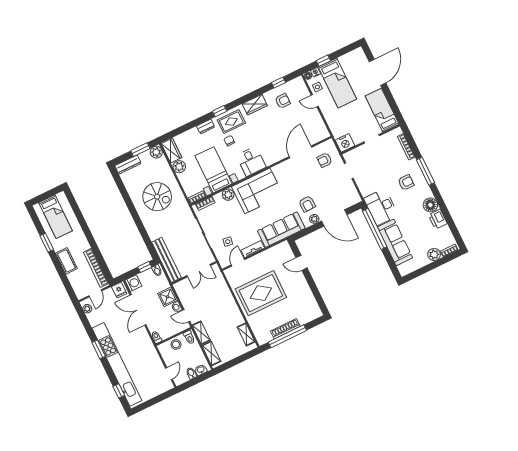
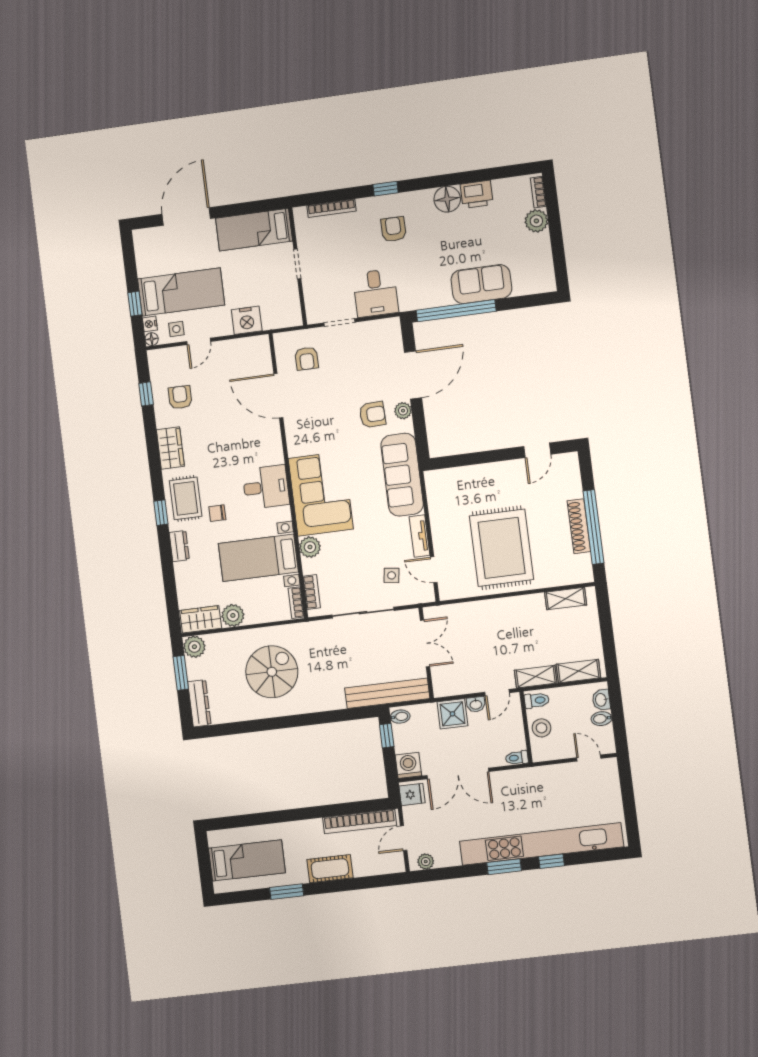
door: (377, 72) -> (186, 216), hinge flipped
nightstand: (345, 143) -> (247, 320), moved, turned 90
window: (426, 171) -> (386, 189), width x0.46
desk: (381, 207) -> (375, 293), moved, width x0.73
sofa: (395, 242) -> (481, 284), width x0.73
door: (301, 263) -> (537, 450), moved
door: (95, 293) -> (404, 838), swing flipped
window: (119, 391) -> (551, 861), moved

